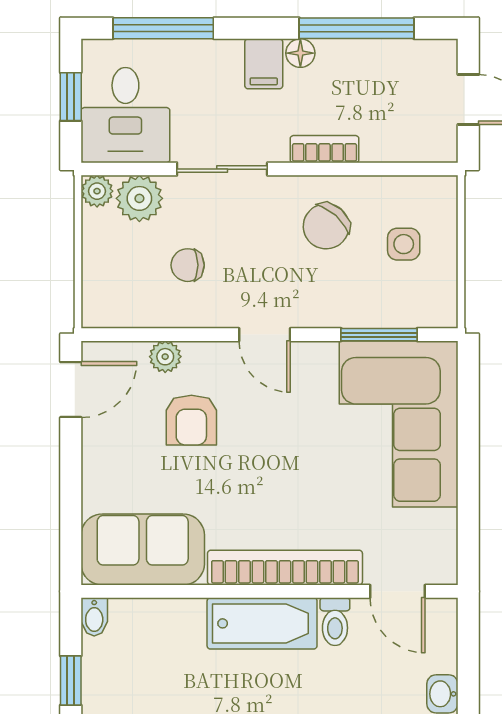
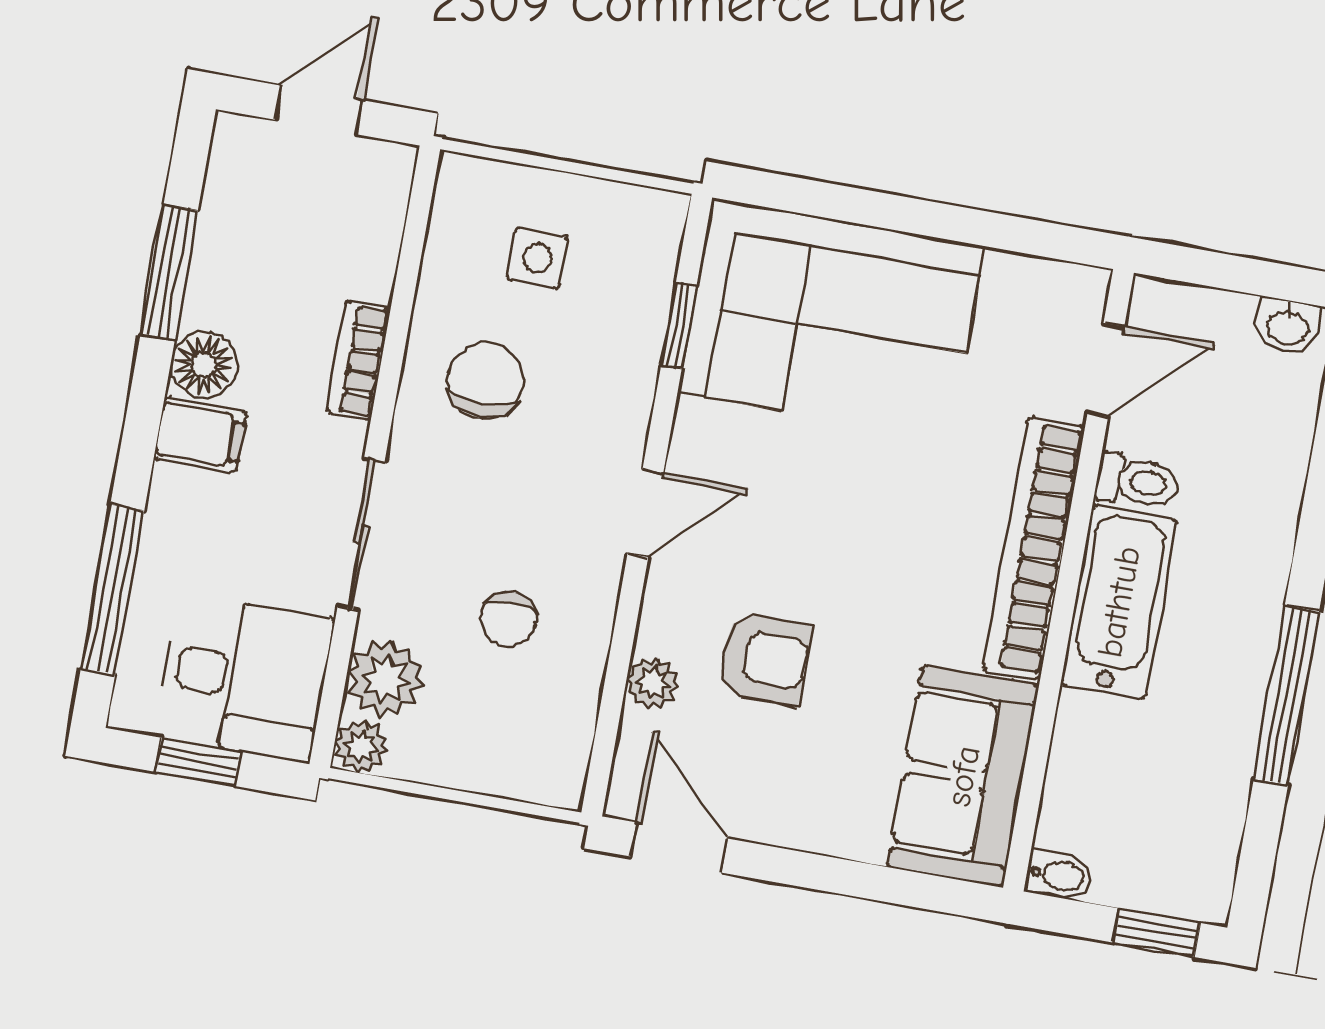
window: (357, 28) -> (169, 272), width x0.69
floor lamp: (300, 53) -> (204, 365), width x1.37, depth x1.37
chair: (326, 226) -> (485, 380), turned -132
window: (379, 335) -> (679, 325), width x0.67

